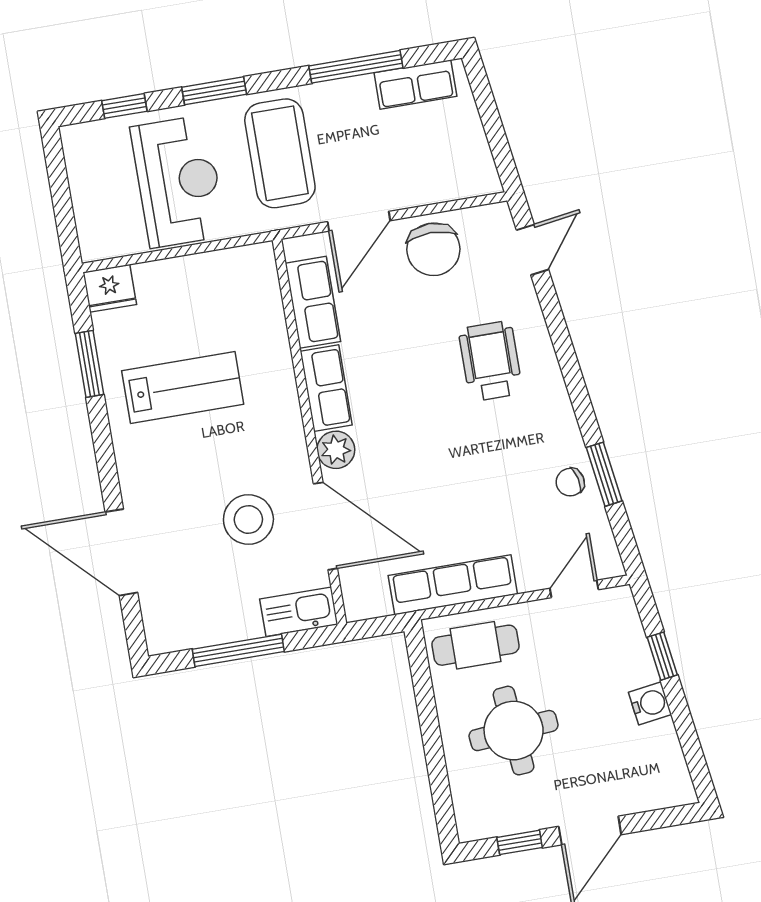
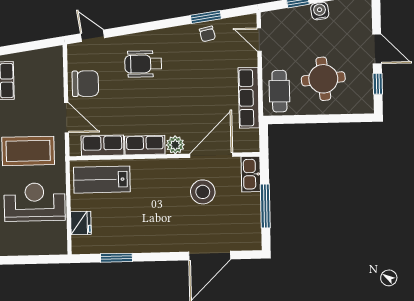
fridge: (110, 288) -> (81, 223), moved
lab bench: (183, 388) -> (102, 180), moved, turned -90

